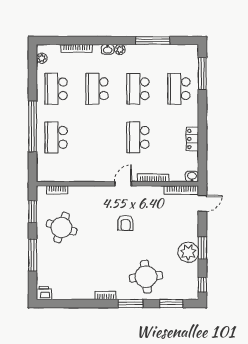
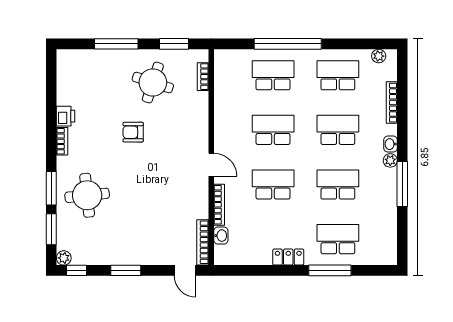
window: (153, 40) -> (402, 184), moved
window: (202, 74) -> (330, 270), moved
school desk: (97, 137) -> (273, 130), added
locker: (192, 139) -> (288, 257), moved
washbasin: (192, 176) -> (221, 236), moved
armchair: (125, 223) -> (133, 132), moved
plant: (188, 252) -> (64, 258), moved, width x0.53, depth x0.53
printer: (44, 293) -> (66, 116), moved
window: (130, 304) -> (51, 188), moved

